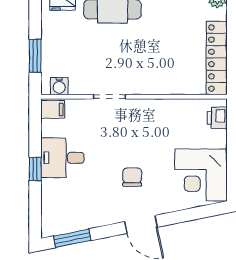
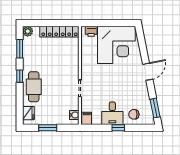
window: (35, 56) -> (48, 128), moved
corner desk: (201, 175) -> (116, 45), width x1.36, depth x1.36
chair: (132, 177) -> (134, 114), moved

